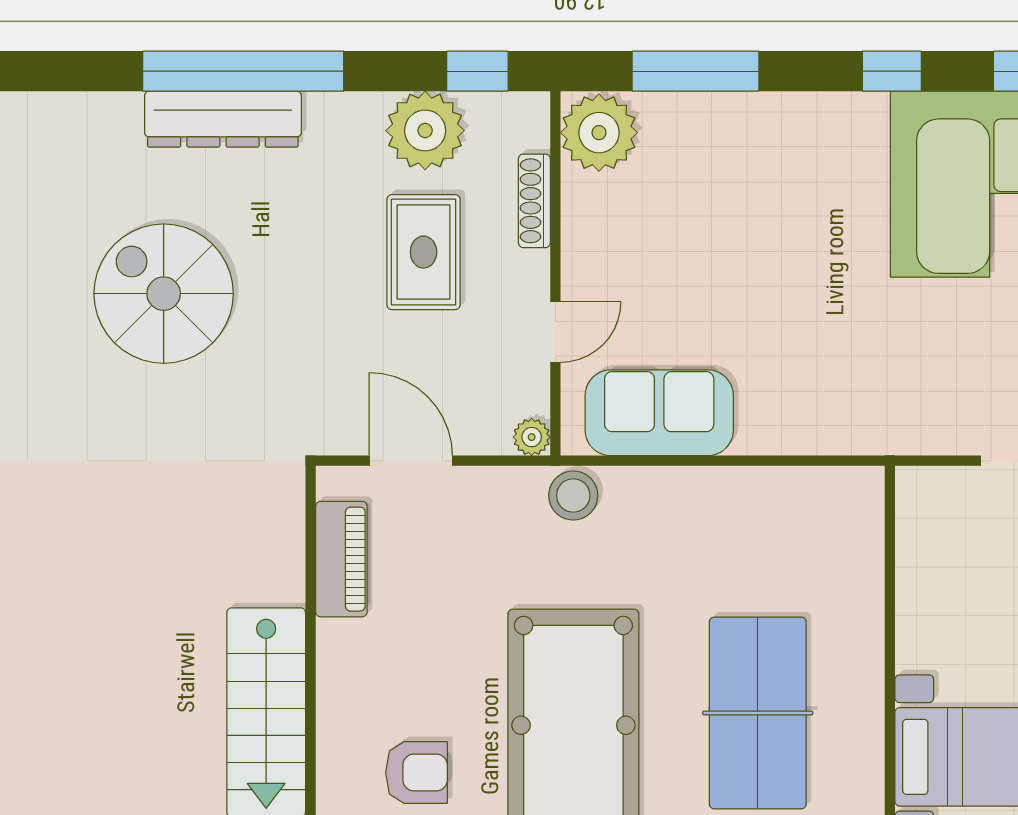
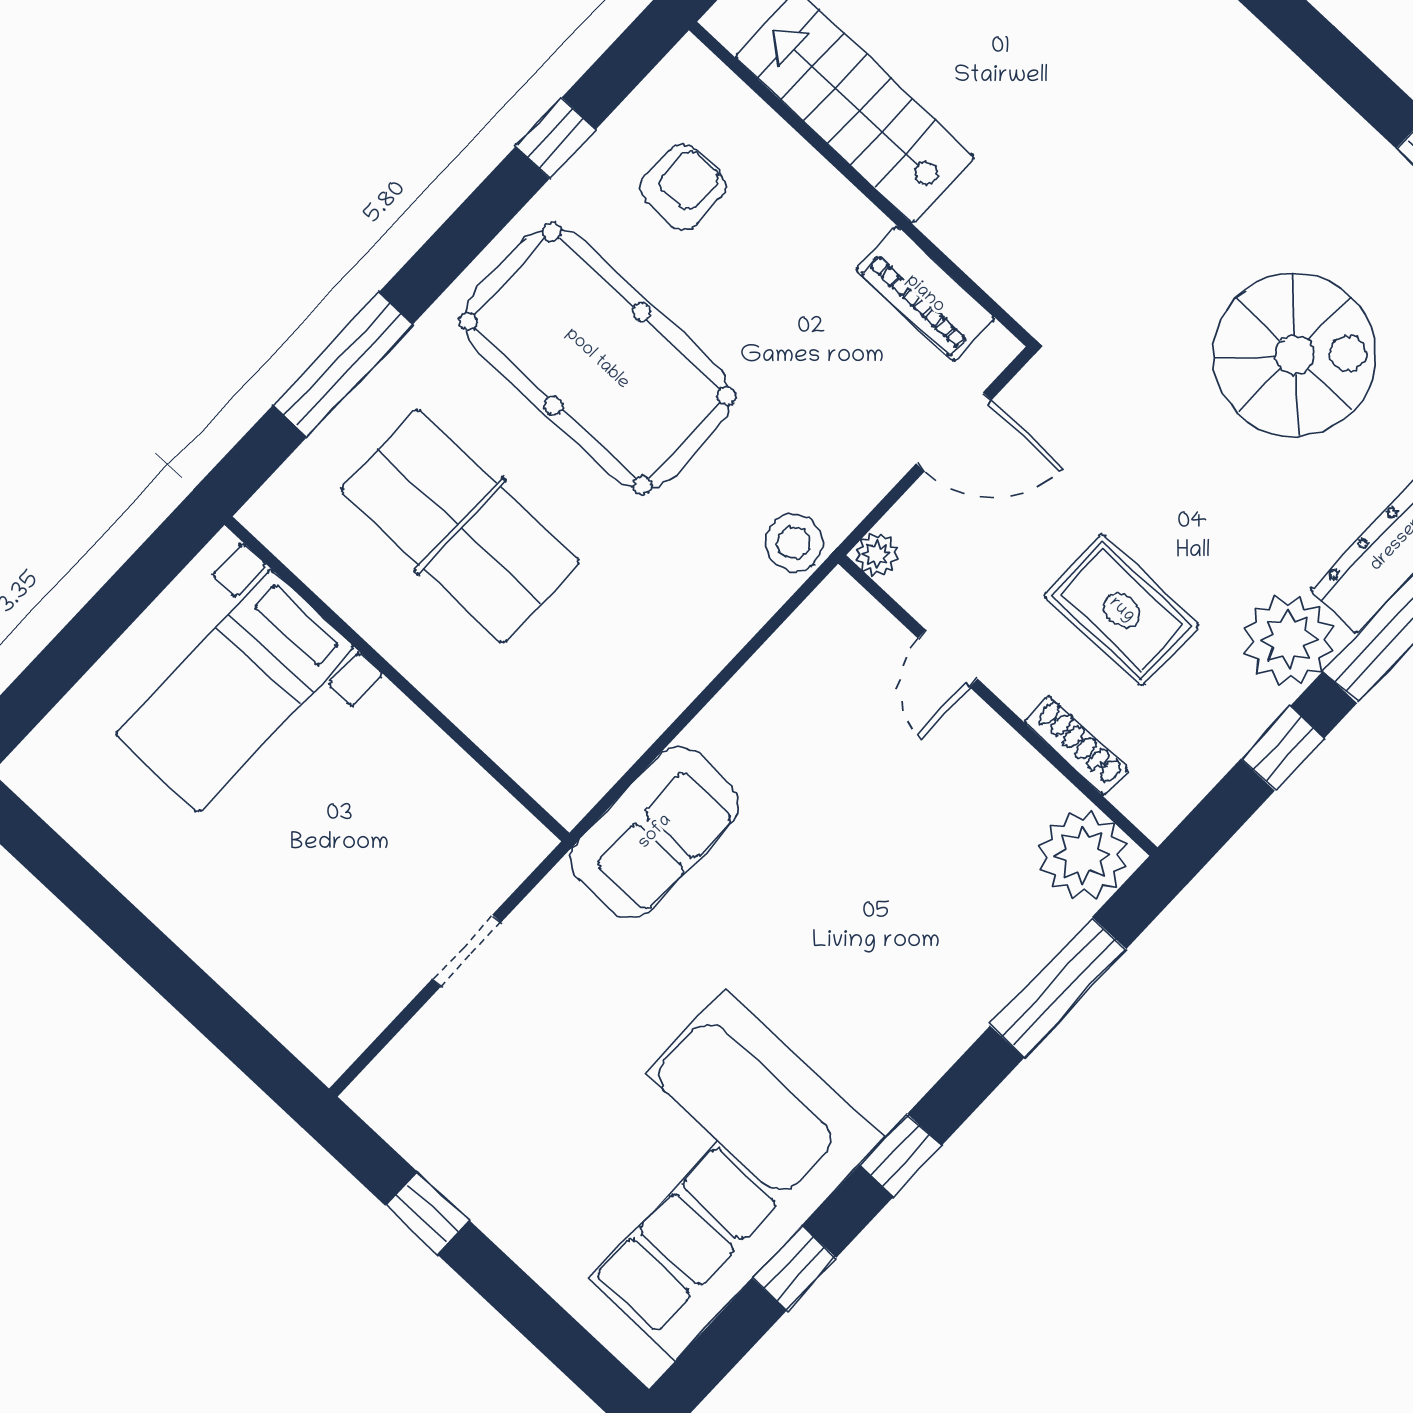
window: (477, 71) -> (1283, 748), moved
plant: (425, 131) -> (1289, 640), moved
sofa: (659, 413) -> (655, 832), moved
armchair: (416, 773) -> (683, 187), turned 180

